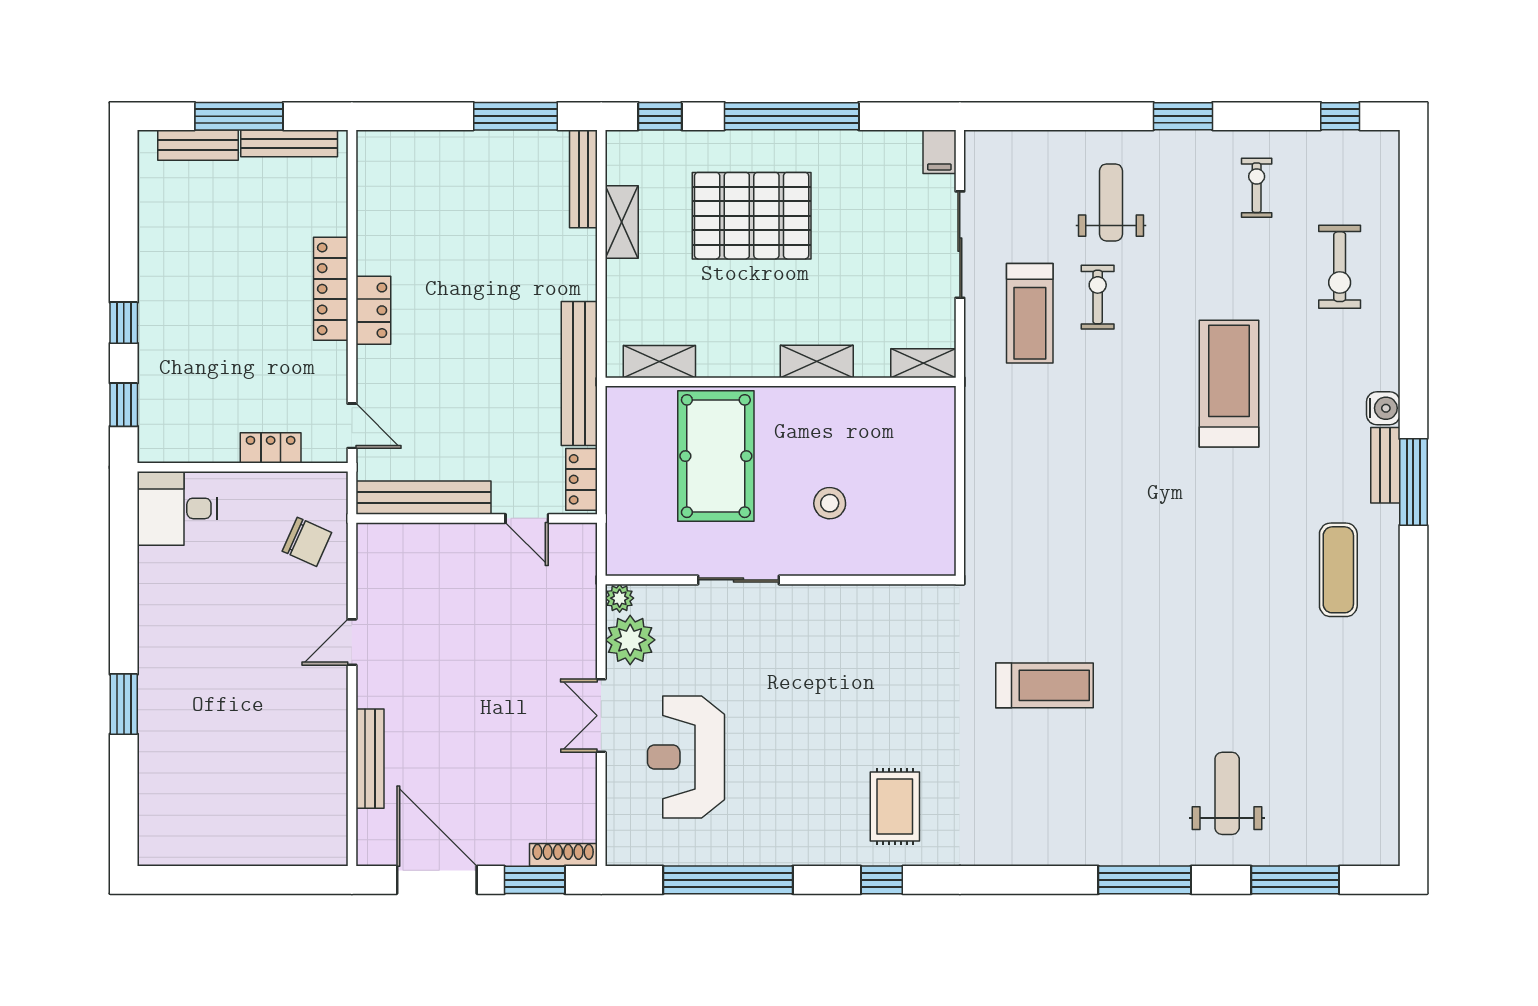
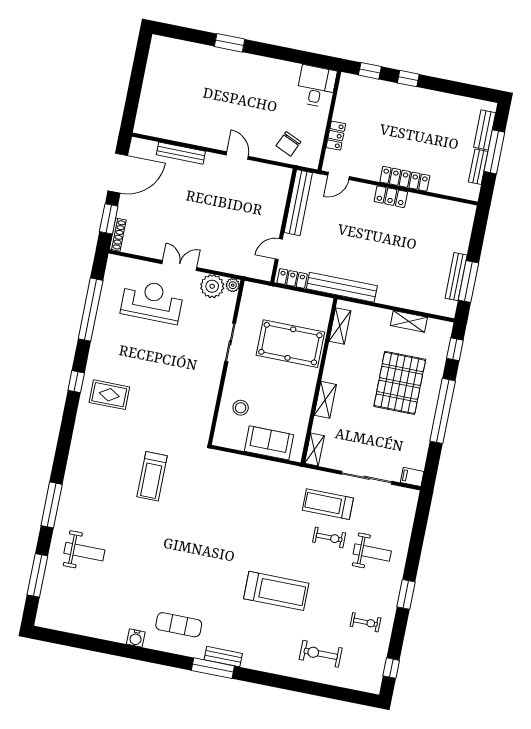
bench: (289, 143) -> (478, 167), width x0.73
bench: (583, 179) -> (456, 277), moved, turned 90
water cooler: (1383, 408) -> (136, 638), moved
sofa: (928, 459) -> (269, 443), added
stool: (830, 503) -> (241, 408), moved

